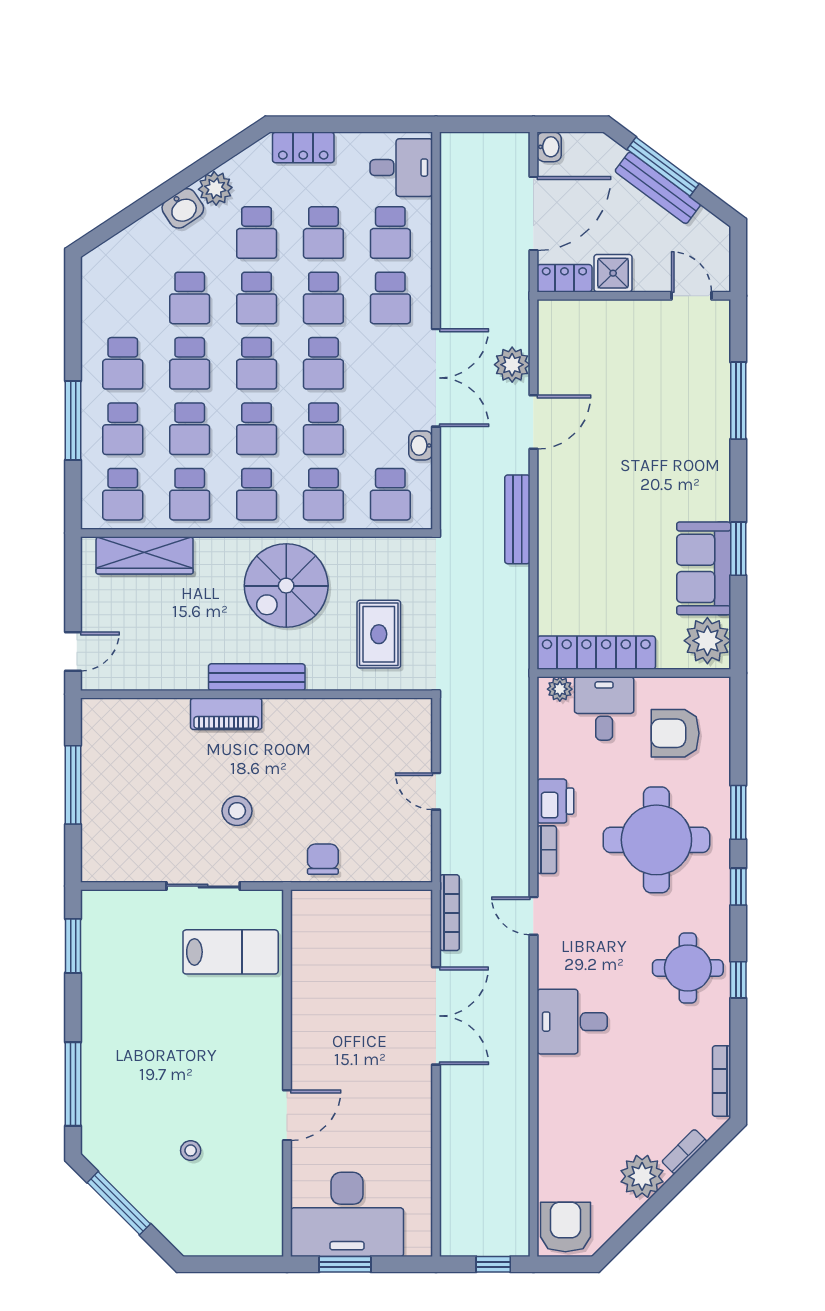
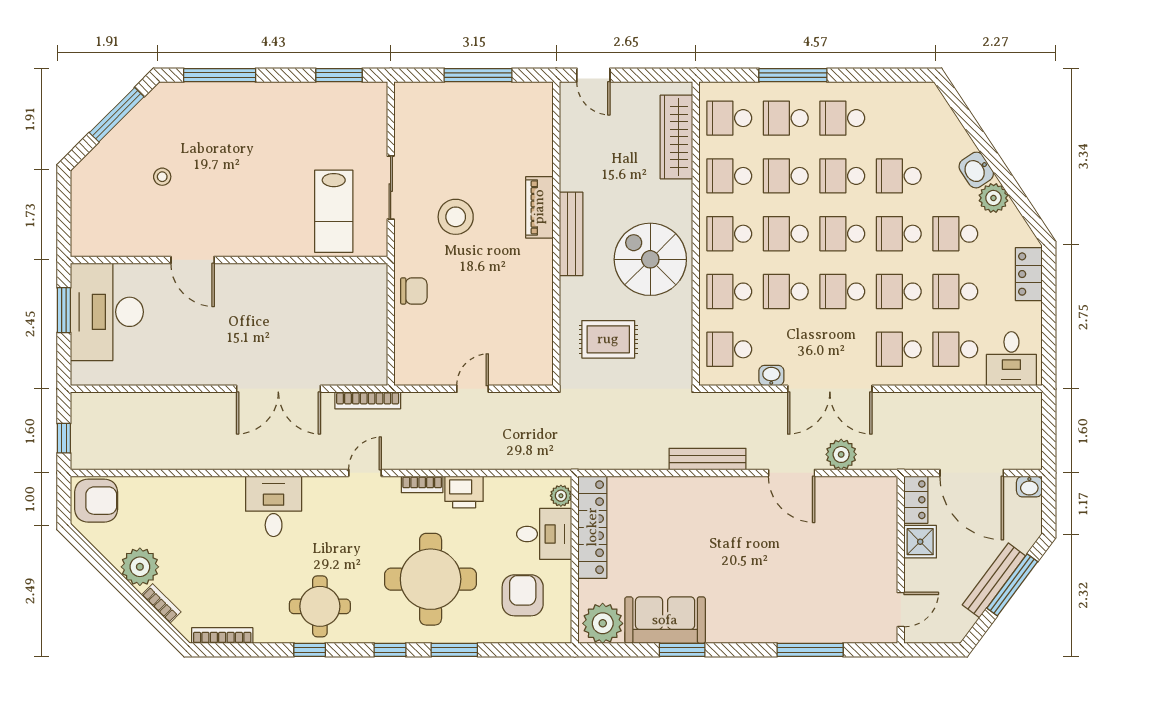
stool: (237, 811) -> (456, 217), width x1.38, depth x1.38

